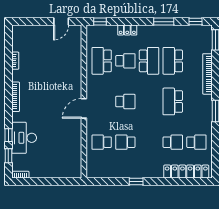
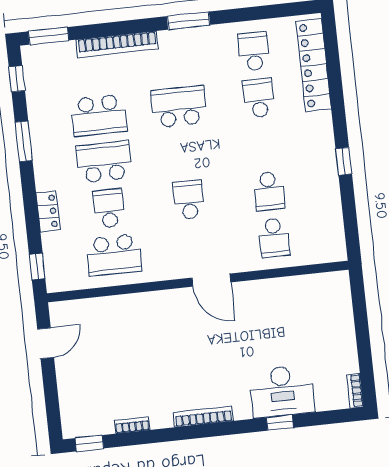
door: (61, 22) -> (46, 343), hinge flipped
school desk: (173, 101) -> (179, 107), turned 180
window: (8, 156) -> (89, 443), moved

